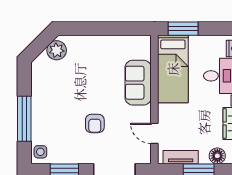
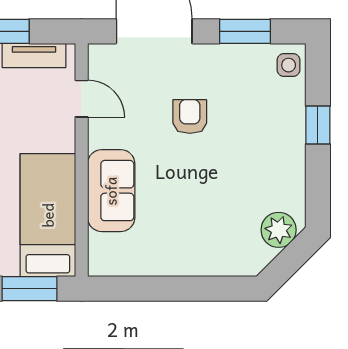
plant: (57, 50) -> (279, 230), moved
window: (24, 119) -> (318, 125), width x0.46

